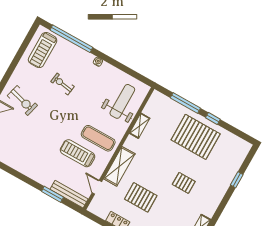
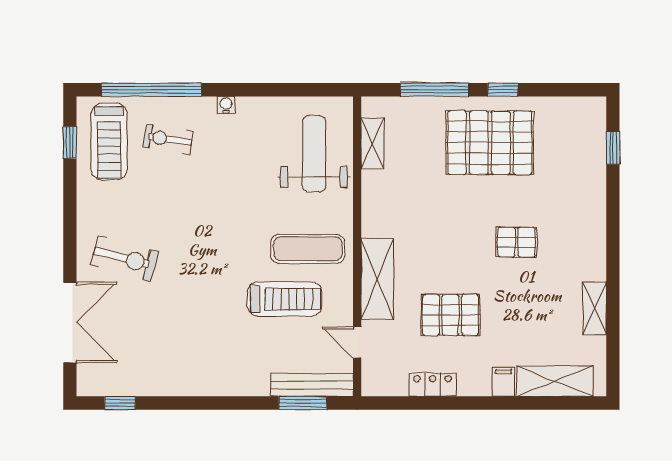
window: (27, 41) -> (70, 142), added
exercise bike: (62, 84) -> (168, 139), moved
shelving: (140, 126) -> (372, 143), moved
treadmill: (78, 153) -> (285, 299), turned 180
window: (237, 180) -> (613, 148), moved
window: (52, 194) -> (303, 403), moved

